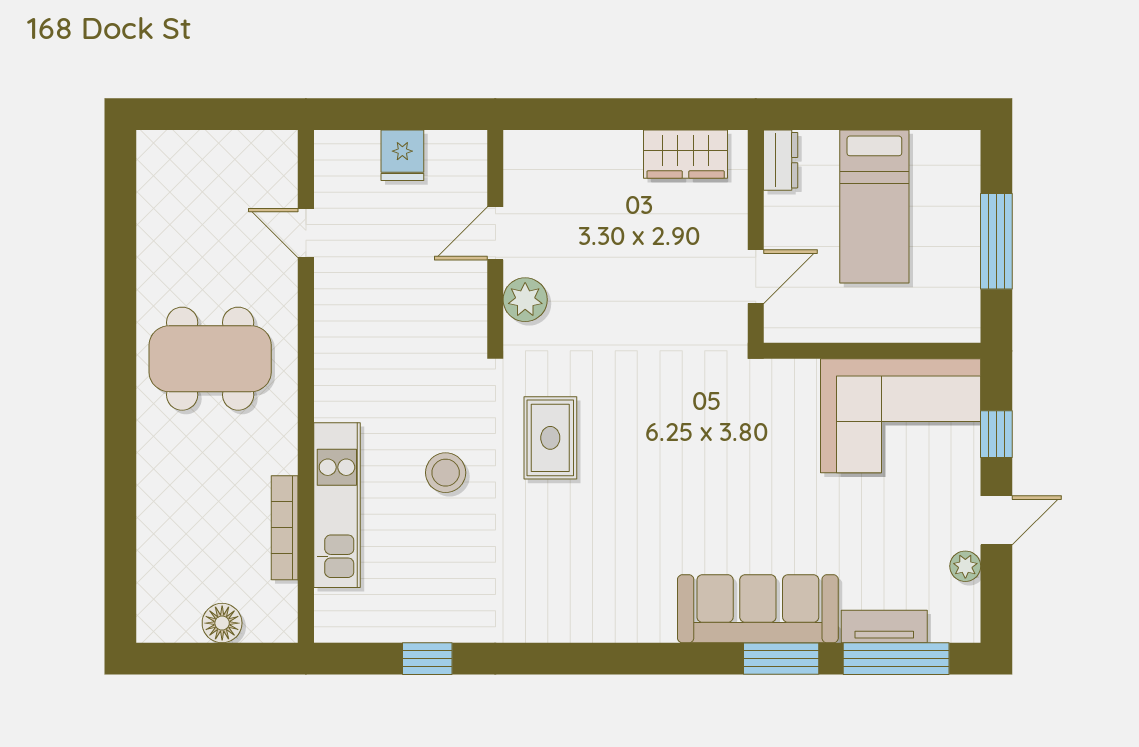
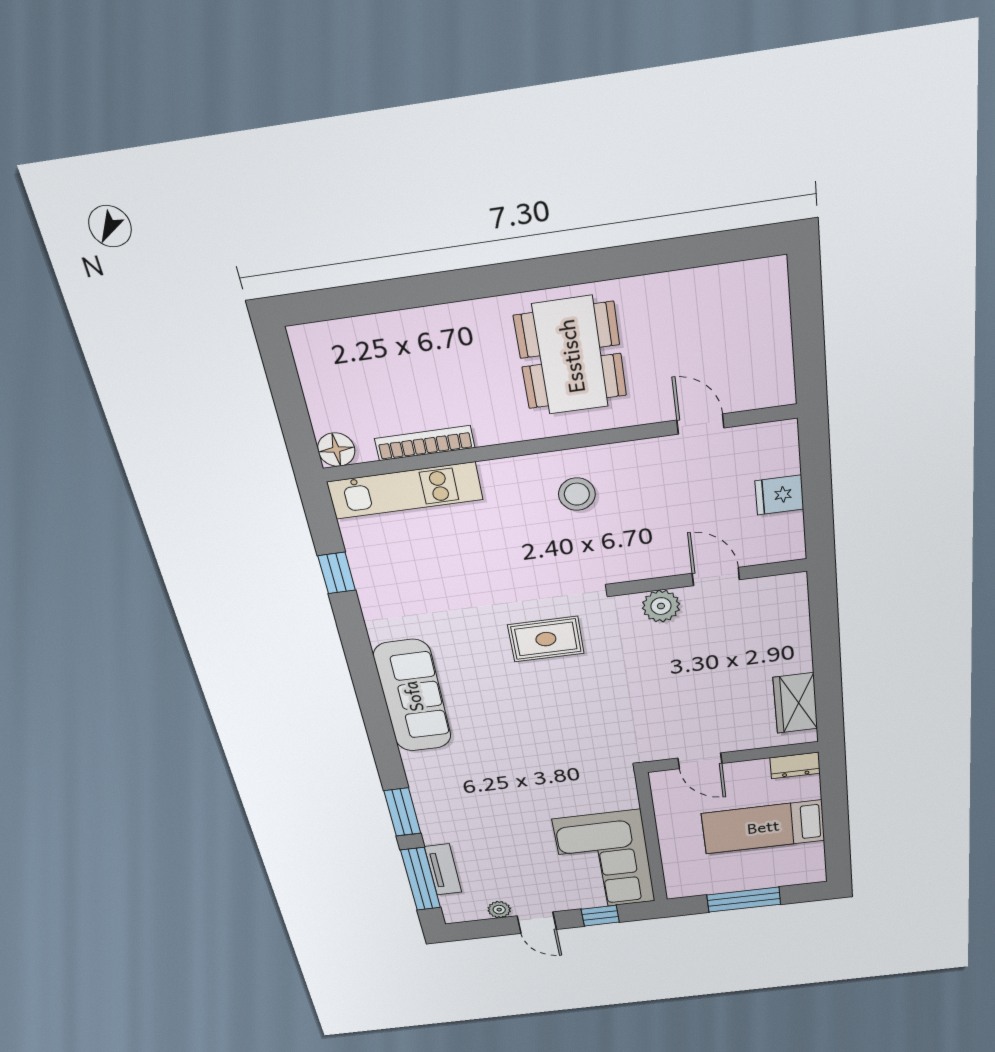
door: (306, 233) -> (700, 424), hinge flipped
stool: (446, 473) -> (577, 494), moved
kitchen unit: (337, 505) -> (405, 491), moved
sofa: (758, 609) -> (413, 696), moved
floor lamp: (222, 623) -> (336, 450), moved

